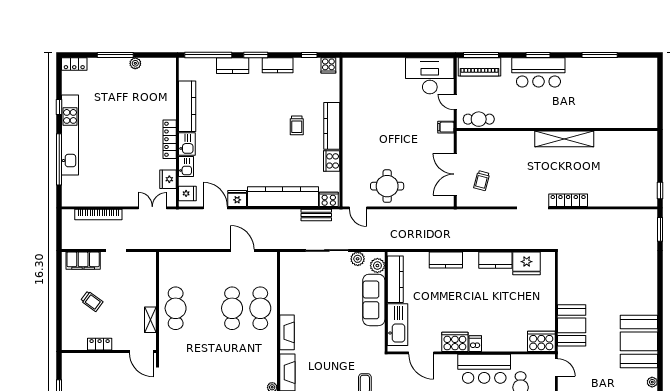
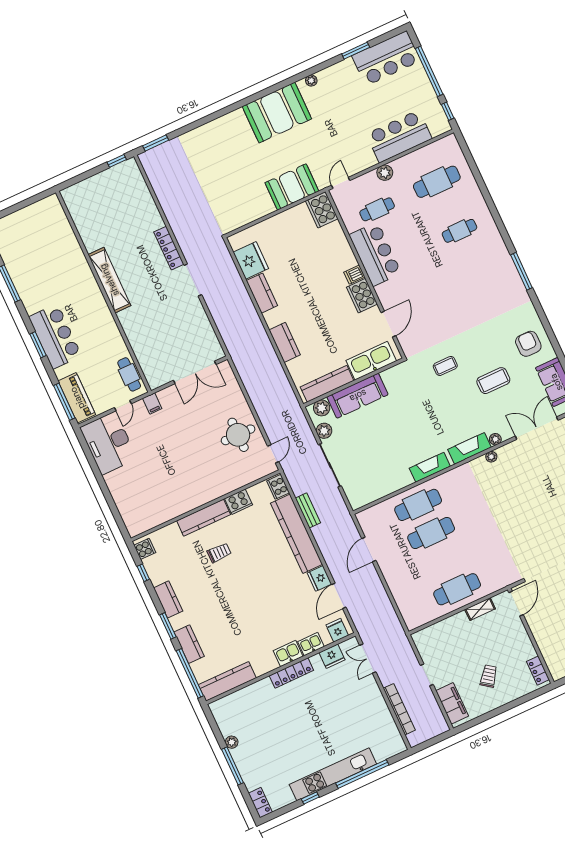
kitchen counter: (187, 106) -> (227, 681), moved
trolley: (482, 181) -> (189, 343), removed
bench: (316, 215) -> (308, 510), moved
locker: (100, 344) -> (538, 671), moved

